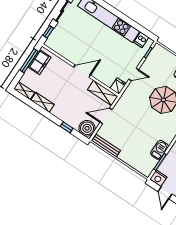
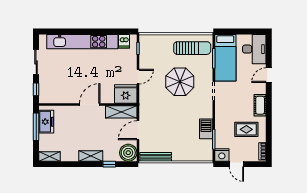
fridge: (118, 86) -> (126, 94), width x1.88, depth x1.34
shelving: (43, 102) -> (91, 156), moved

